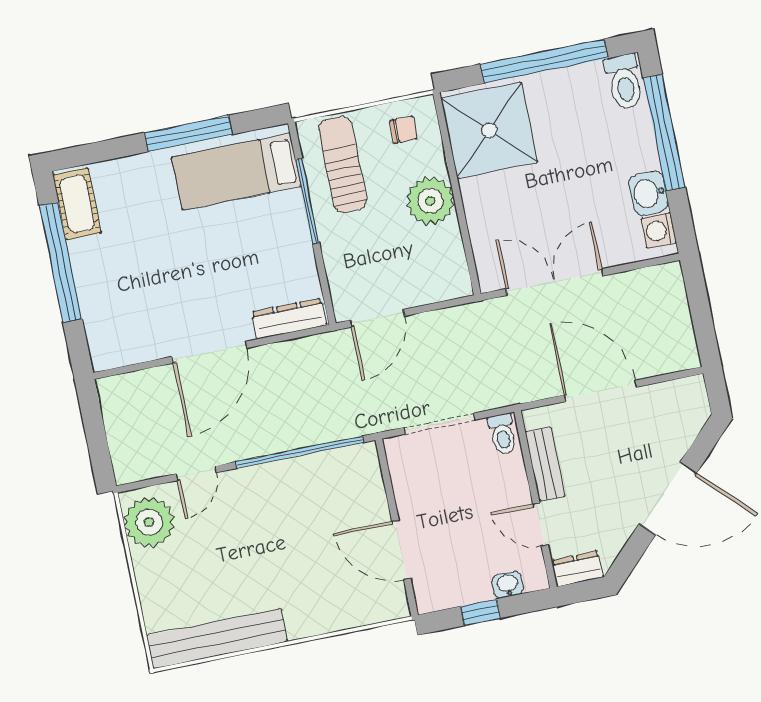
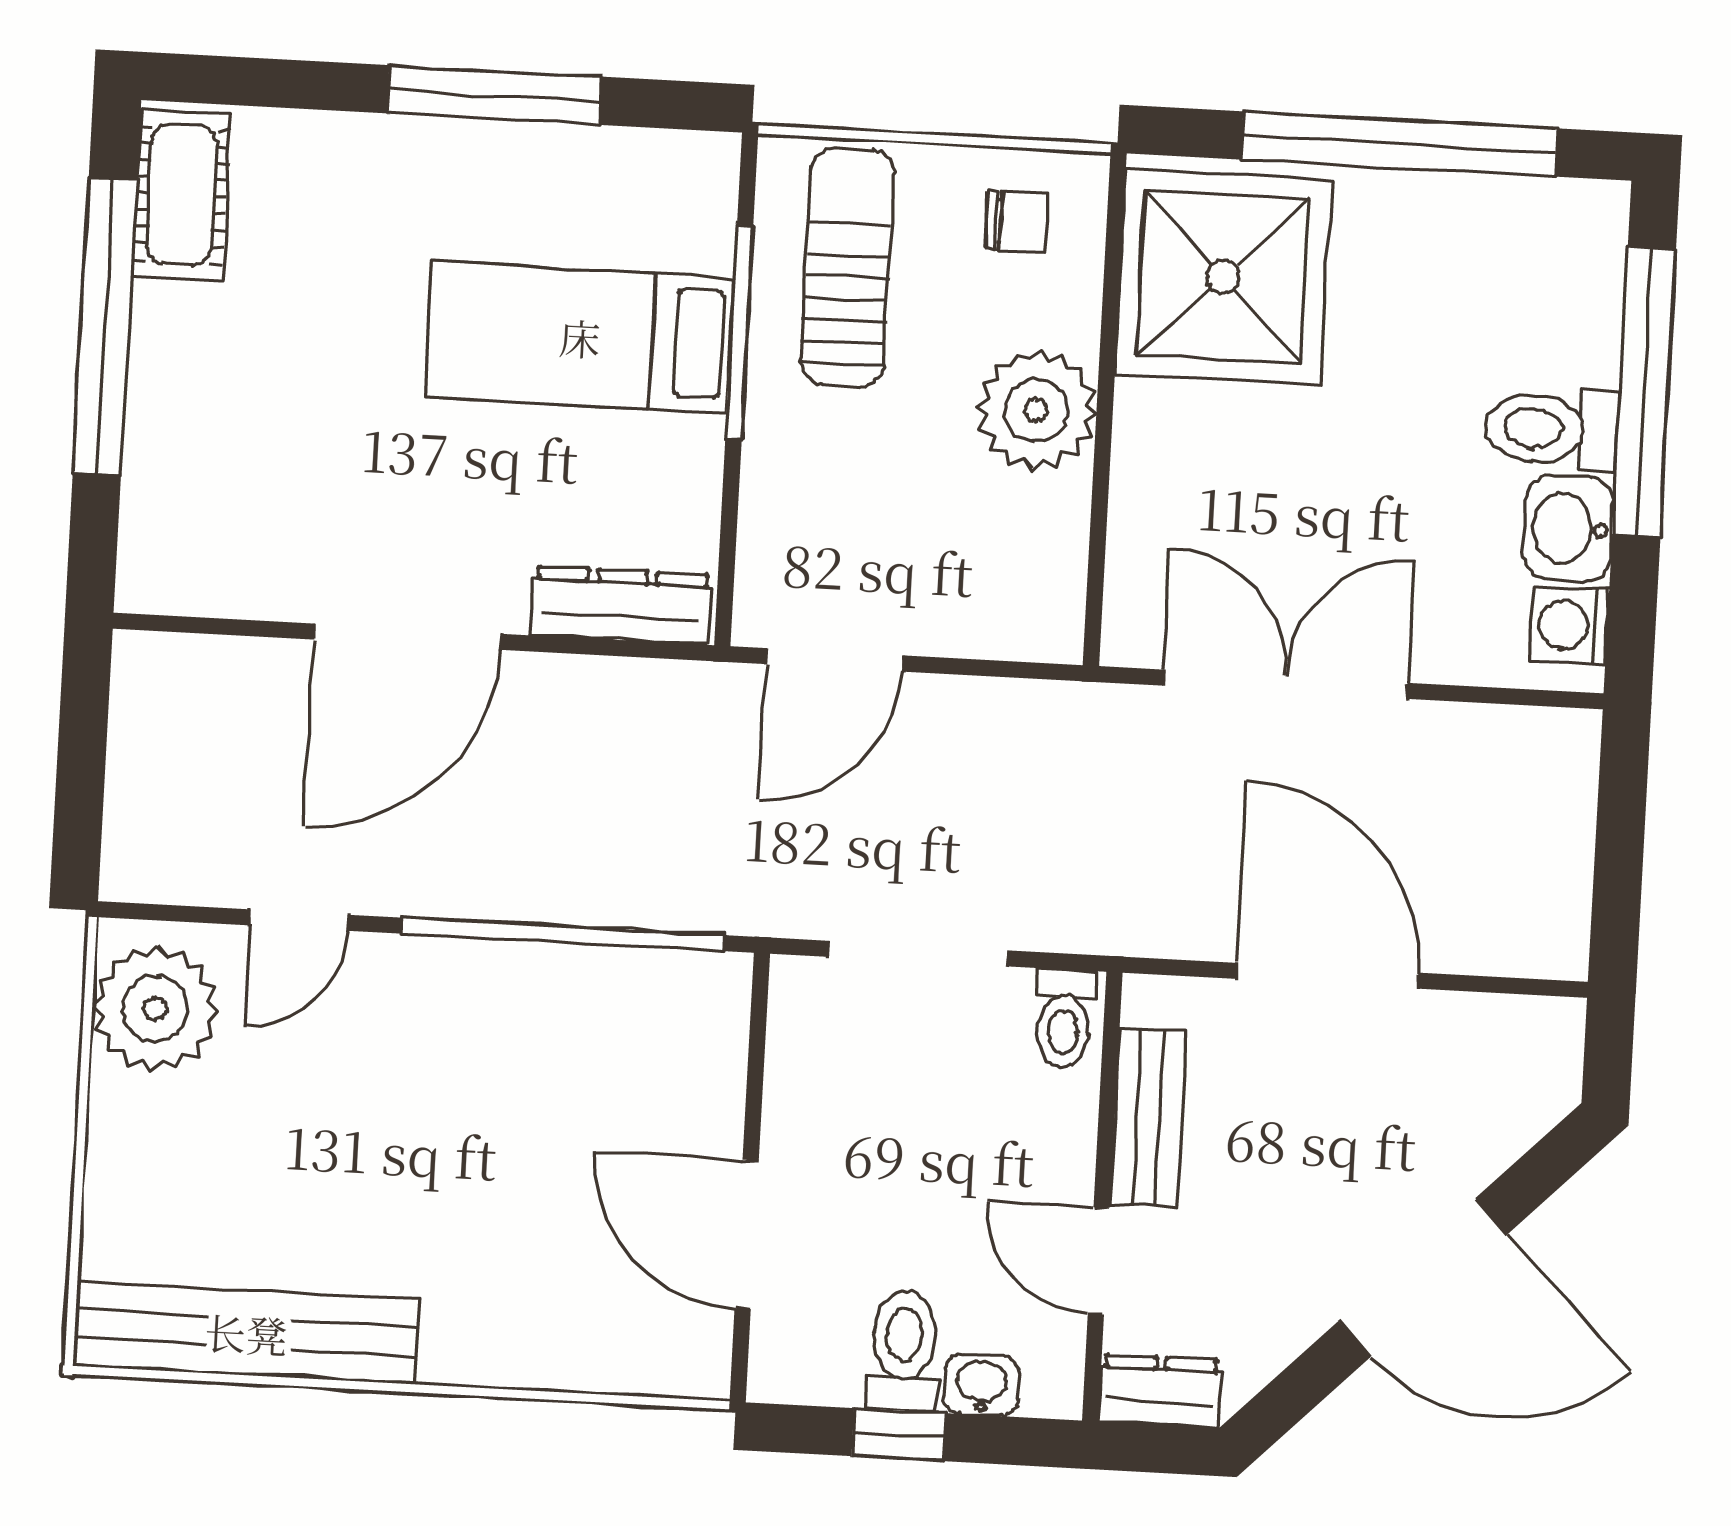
toilet: (624, 82) -> (1552, 429), moved, turned 90
bed: (236, 172) -> (580, 337), moved
toilet: (474, 579) -> (904, 1351), added

